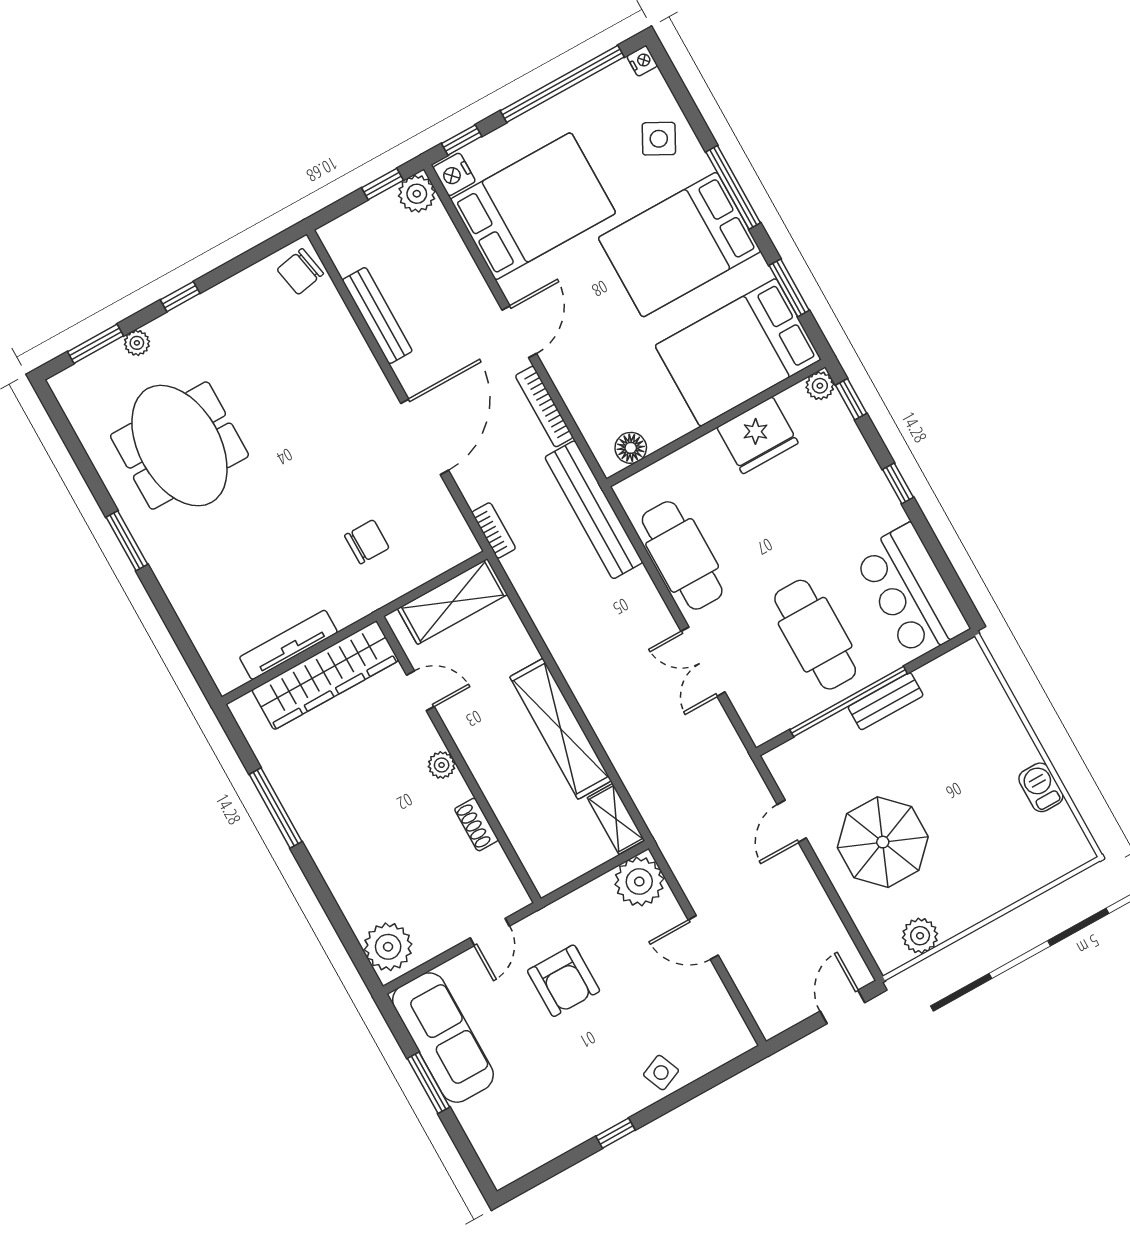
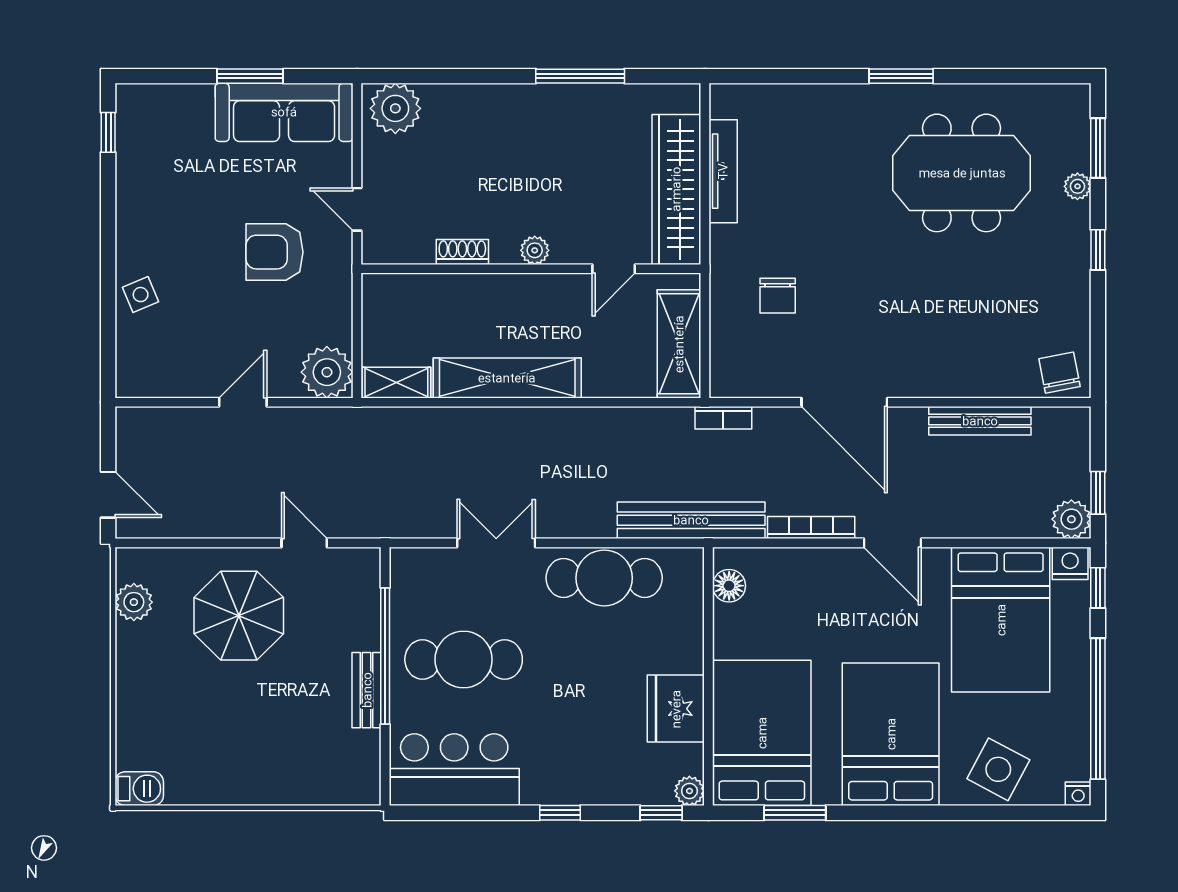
side table: (659, 139) -> (998, 769), width x1.37, depth x1.37
window: (733, 187) -> (916, 813), removed
barbecue: (1041, 787) -> (139, 789), moved
window: (615, 1133) -> (108, 132), moved

